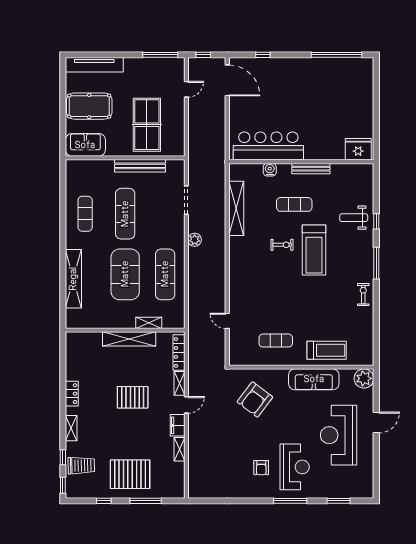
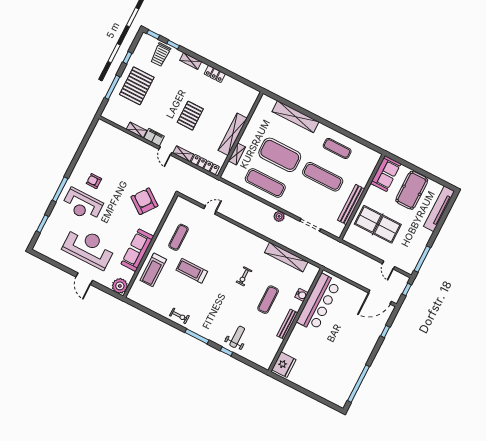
treadmill: (314, 250) -> (192, 271), moved, width x0.73, depth x0.73

